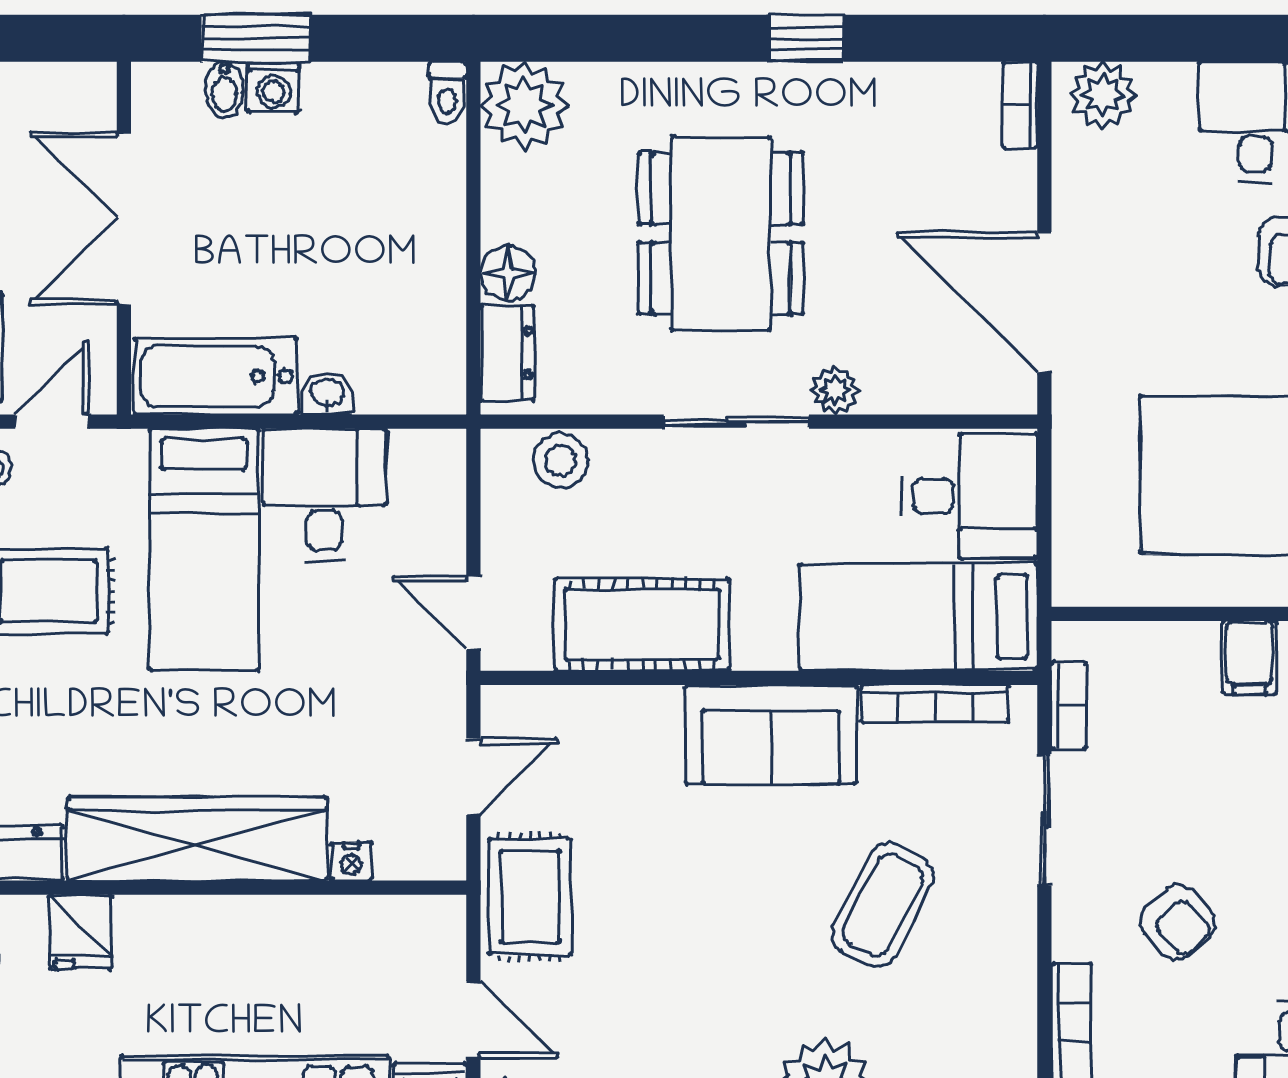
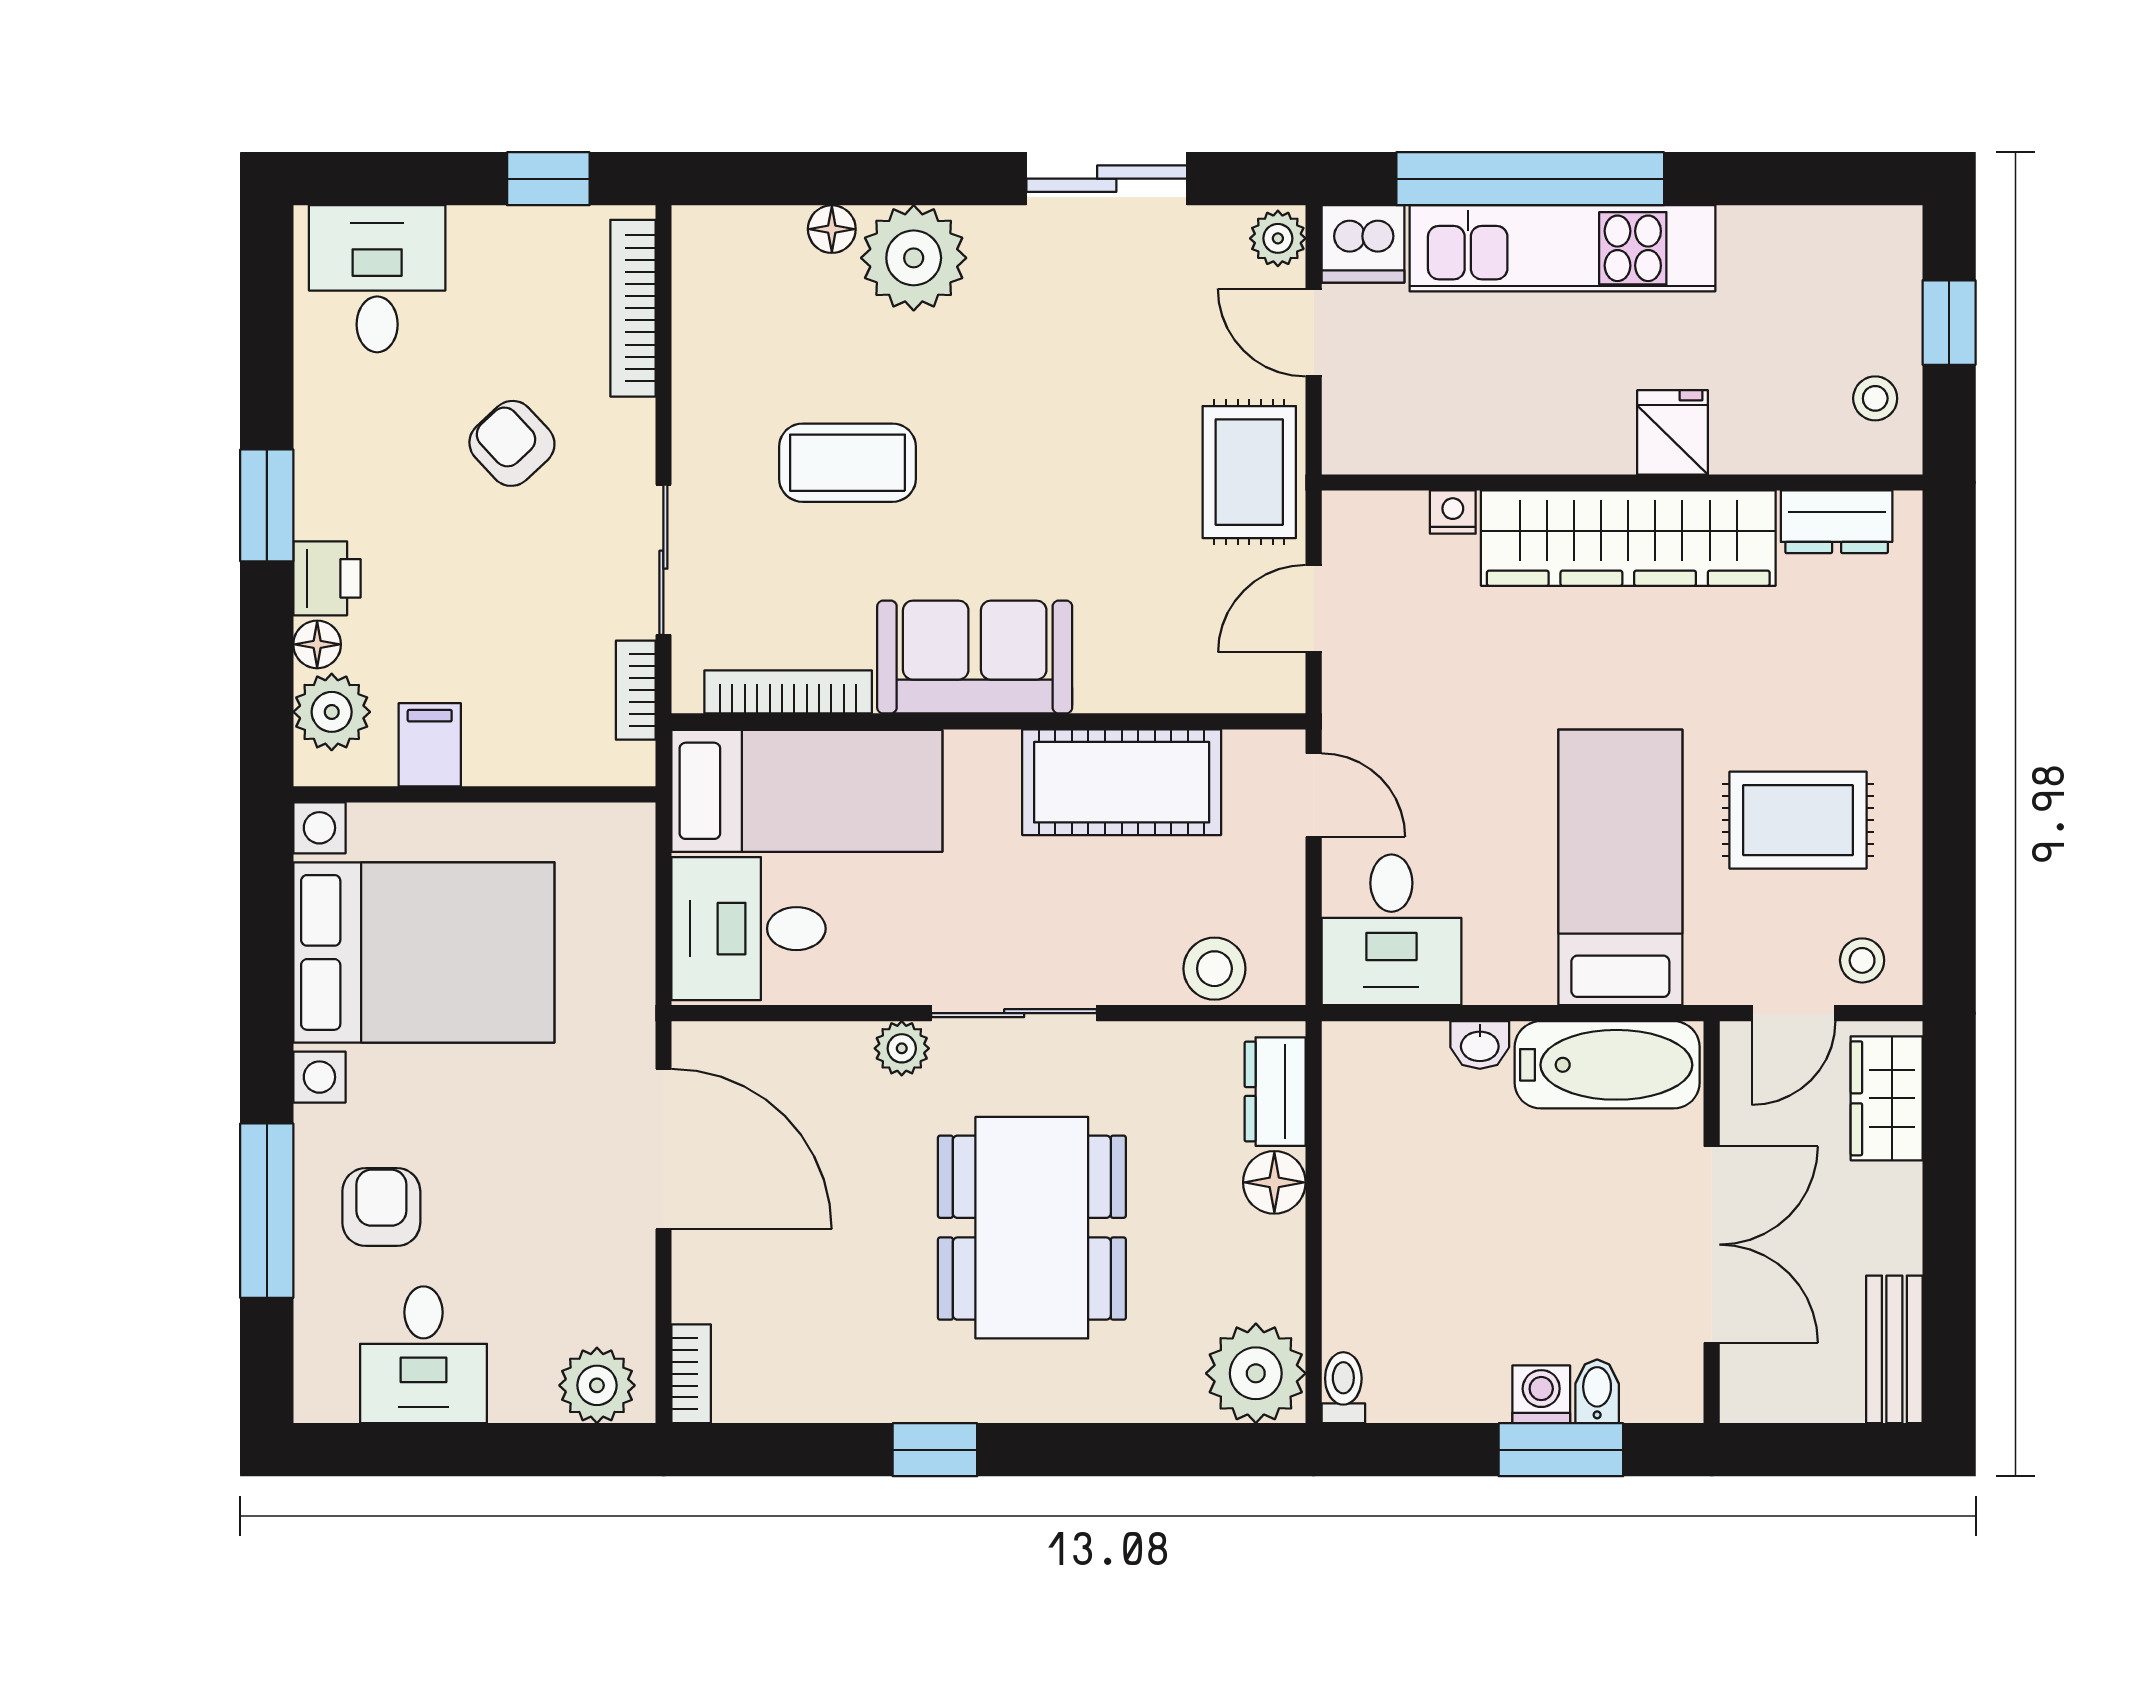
desk: (325, 495) -> (1391, 930), moved
coffee table: (883, 905) -> (848, 463), turned 63
fridge: (81, 932) -> (1673, 432), moved

